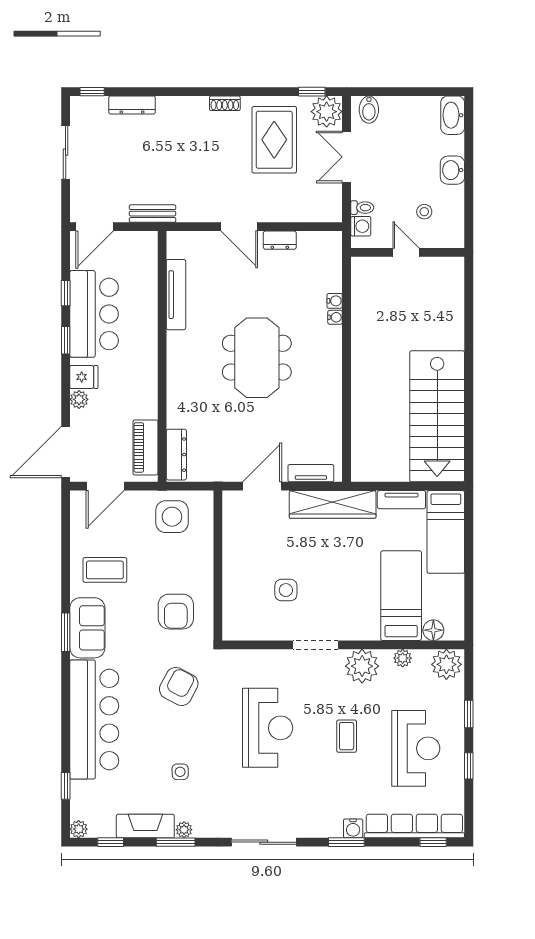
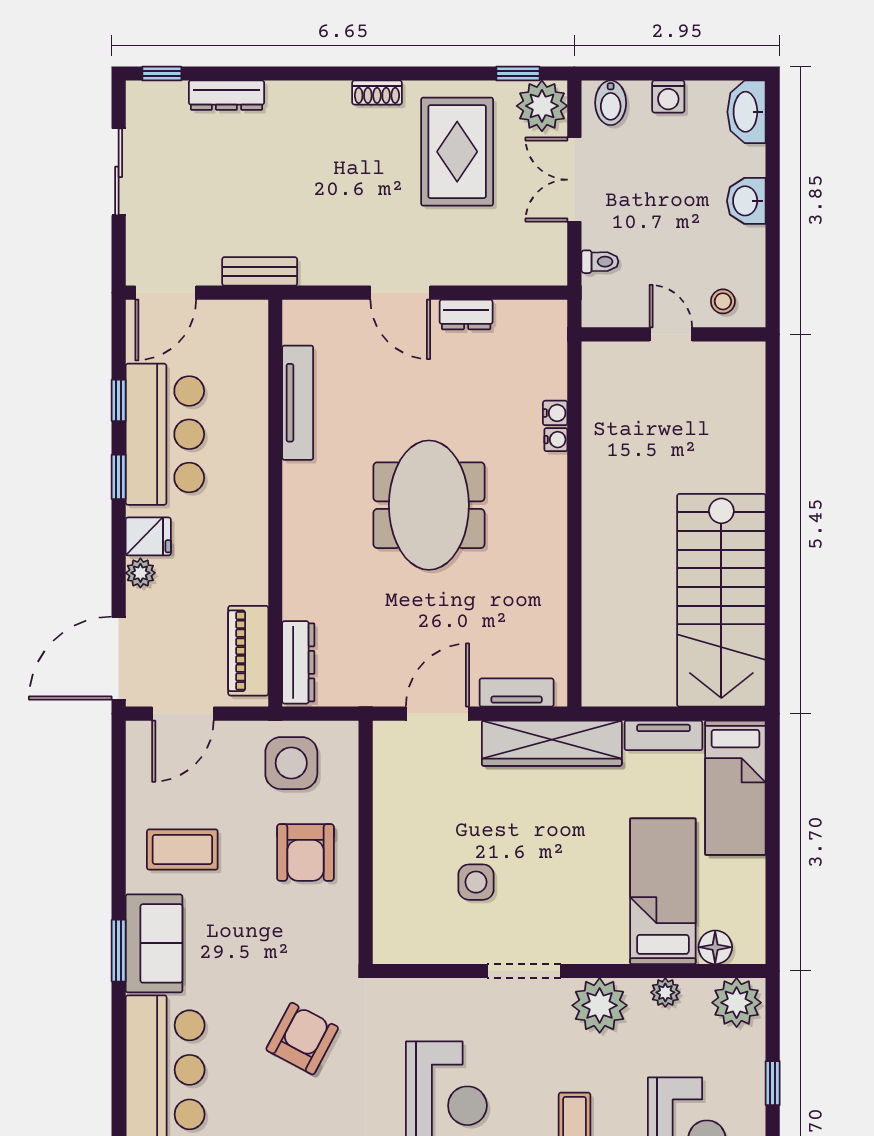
stool: (424, 212) -> (723, 301), moved
washing machine: (361, 226) -> (668, 97), moved, turned 90
armchair: (176, 612) -> (305, 852), moved

